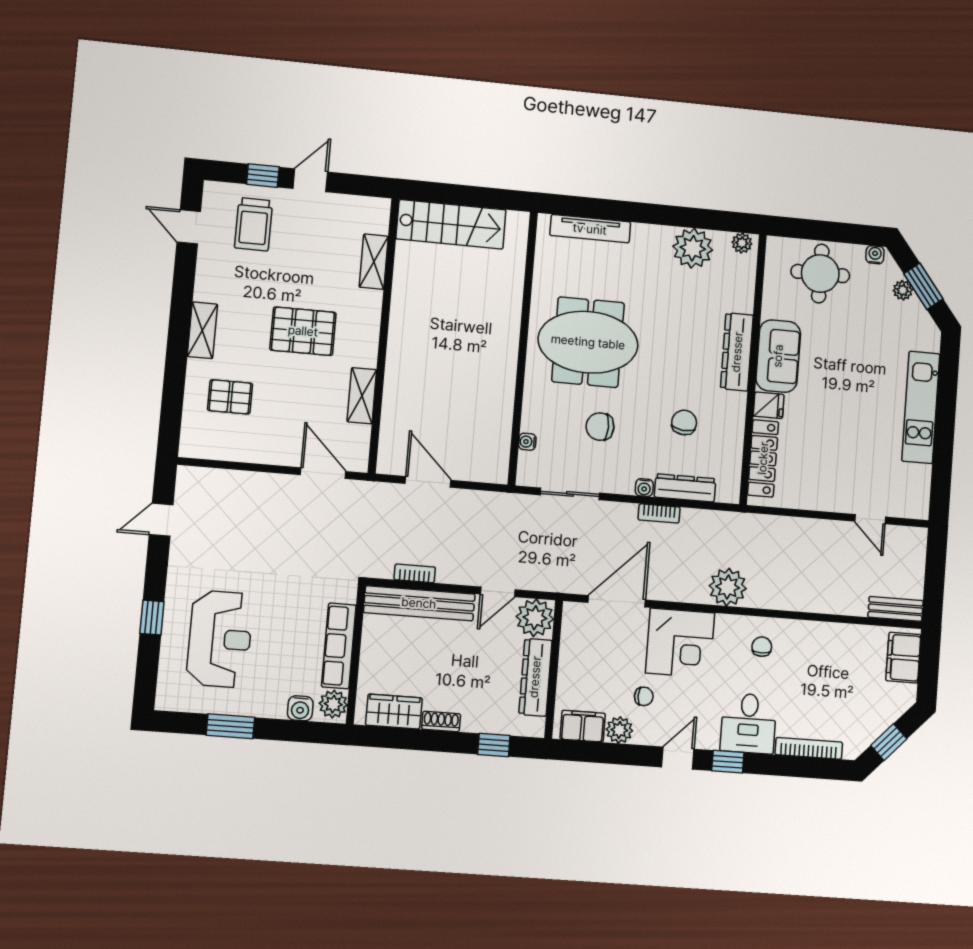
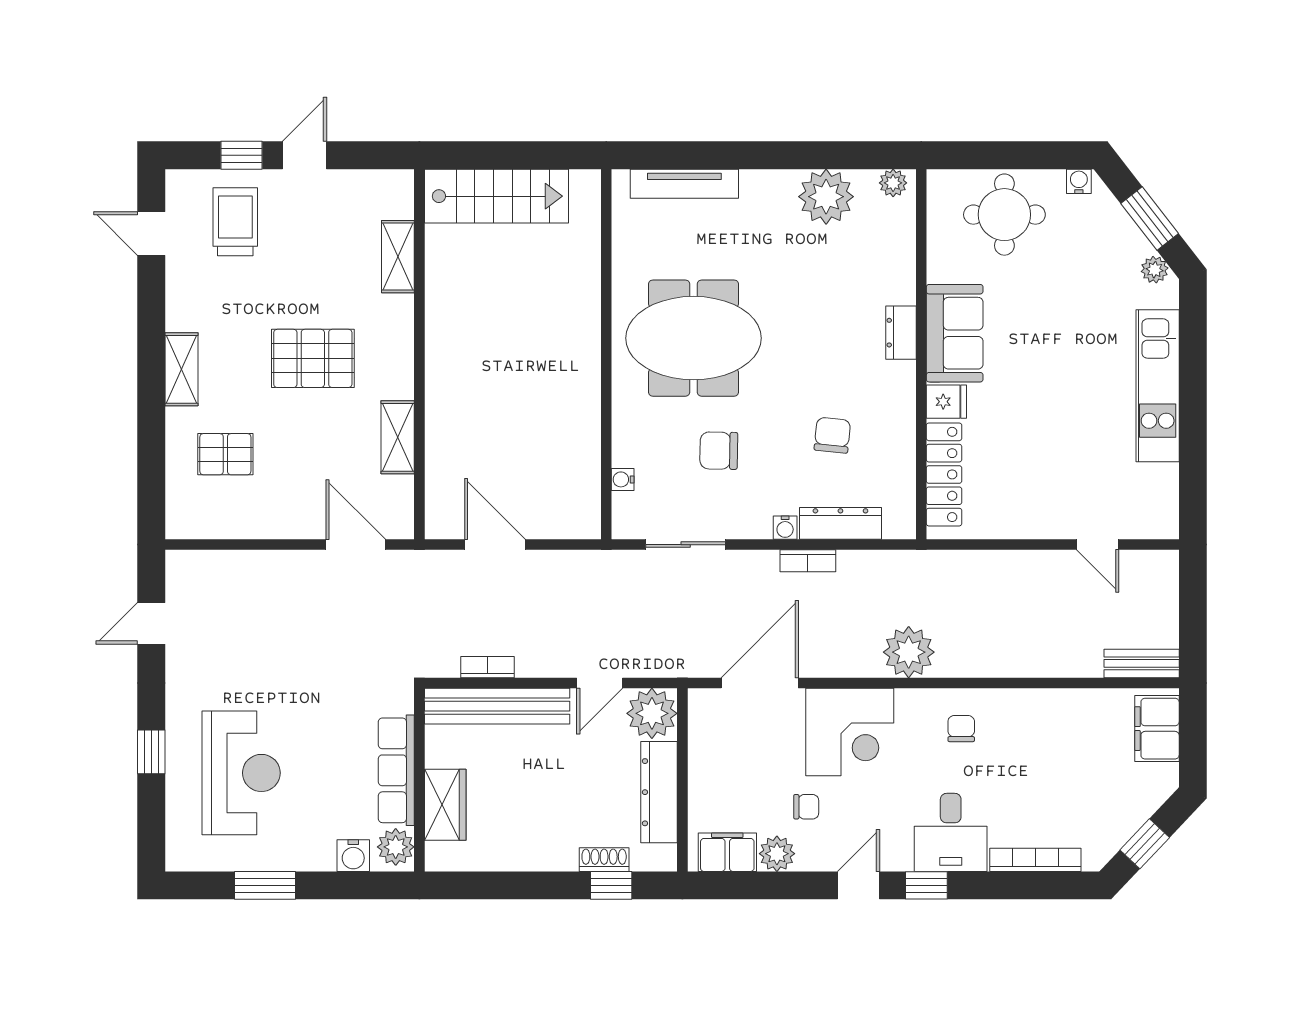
trolley: (254, 224) -> (235, 222), turned 180
plant: (903, 290) -> (1155, 270), moved
dresser: (737, 352) -> (901, 333), width x0.51, depth x0.80
wardrobe: (394, 712) -> (445, 805), moved, turned 90
shoe rack: (441, 722) -> (604, 860), moved

